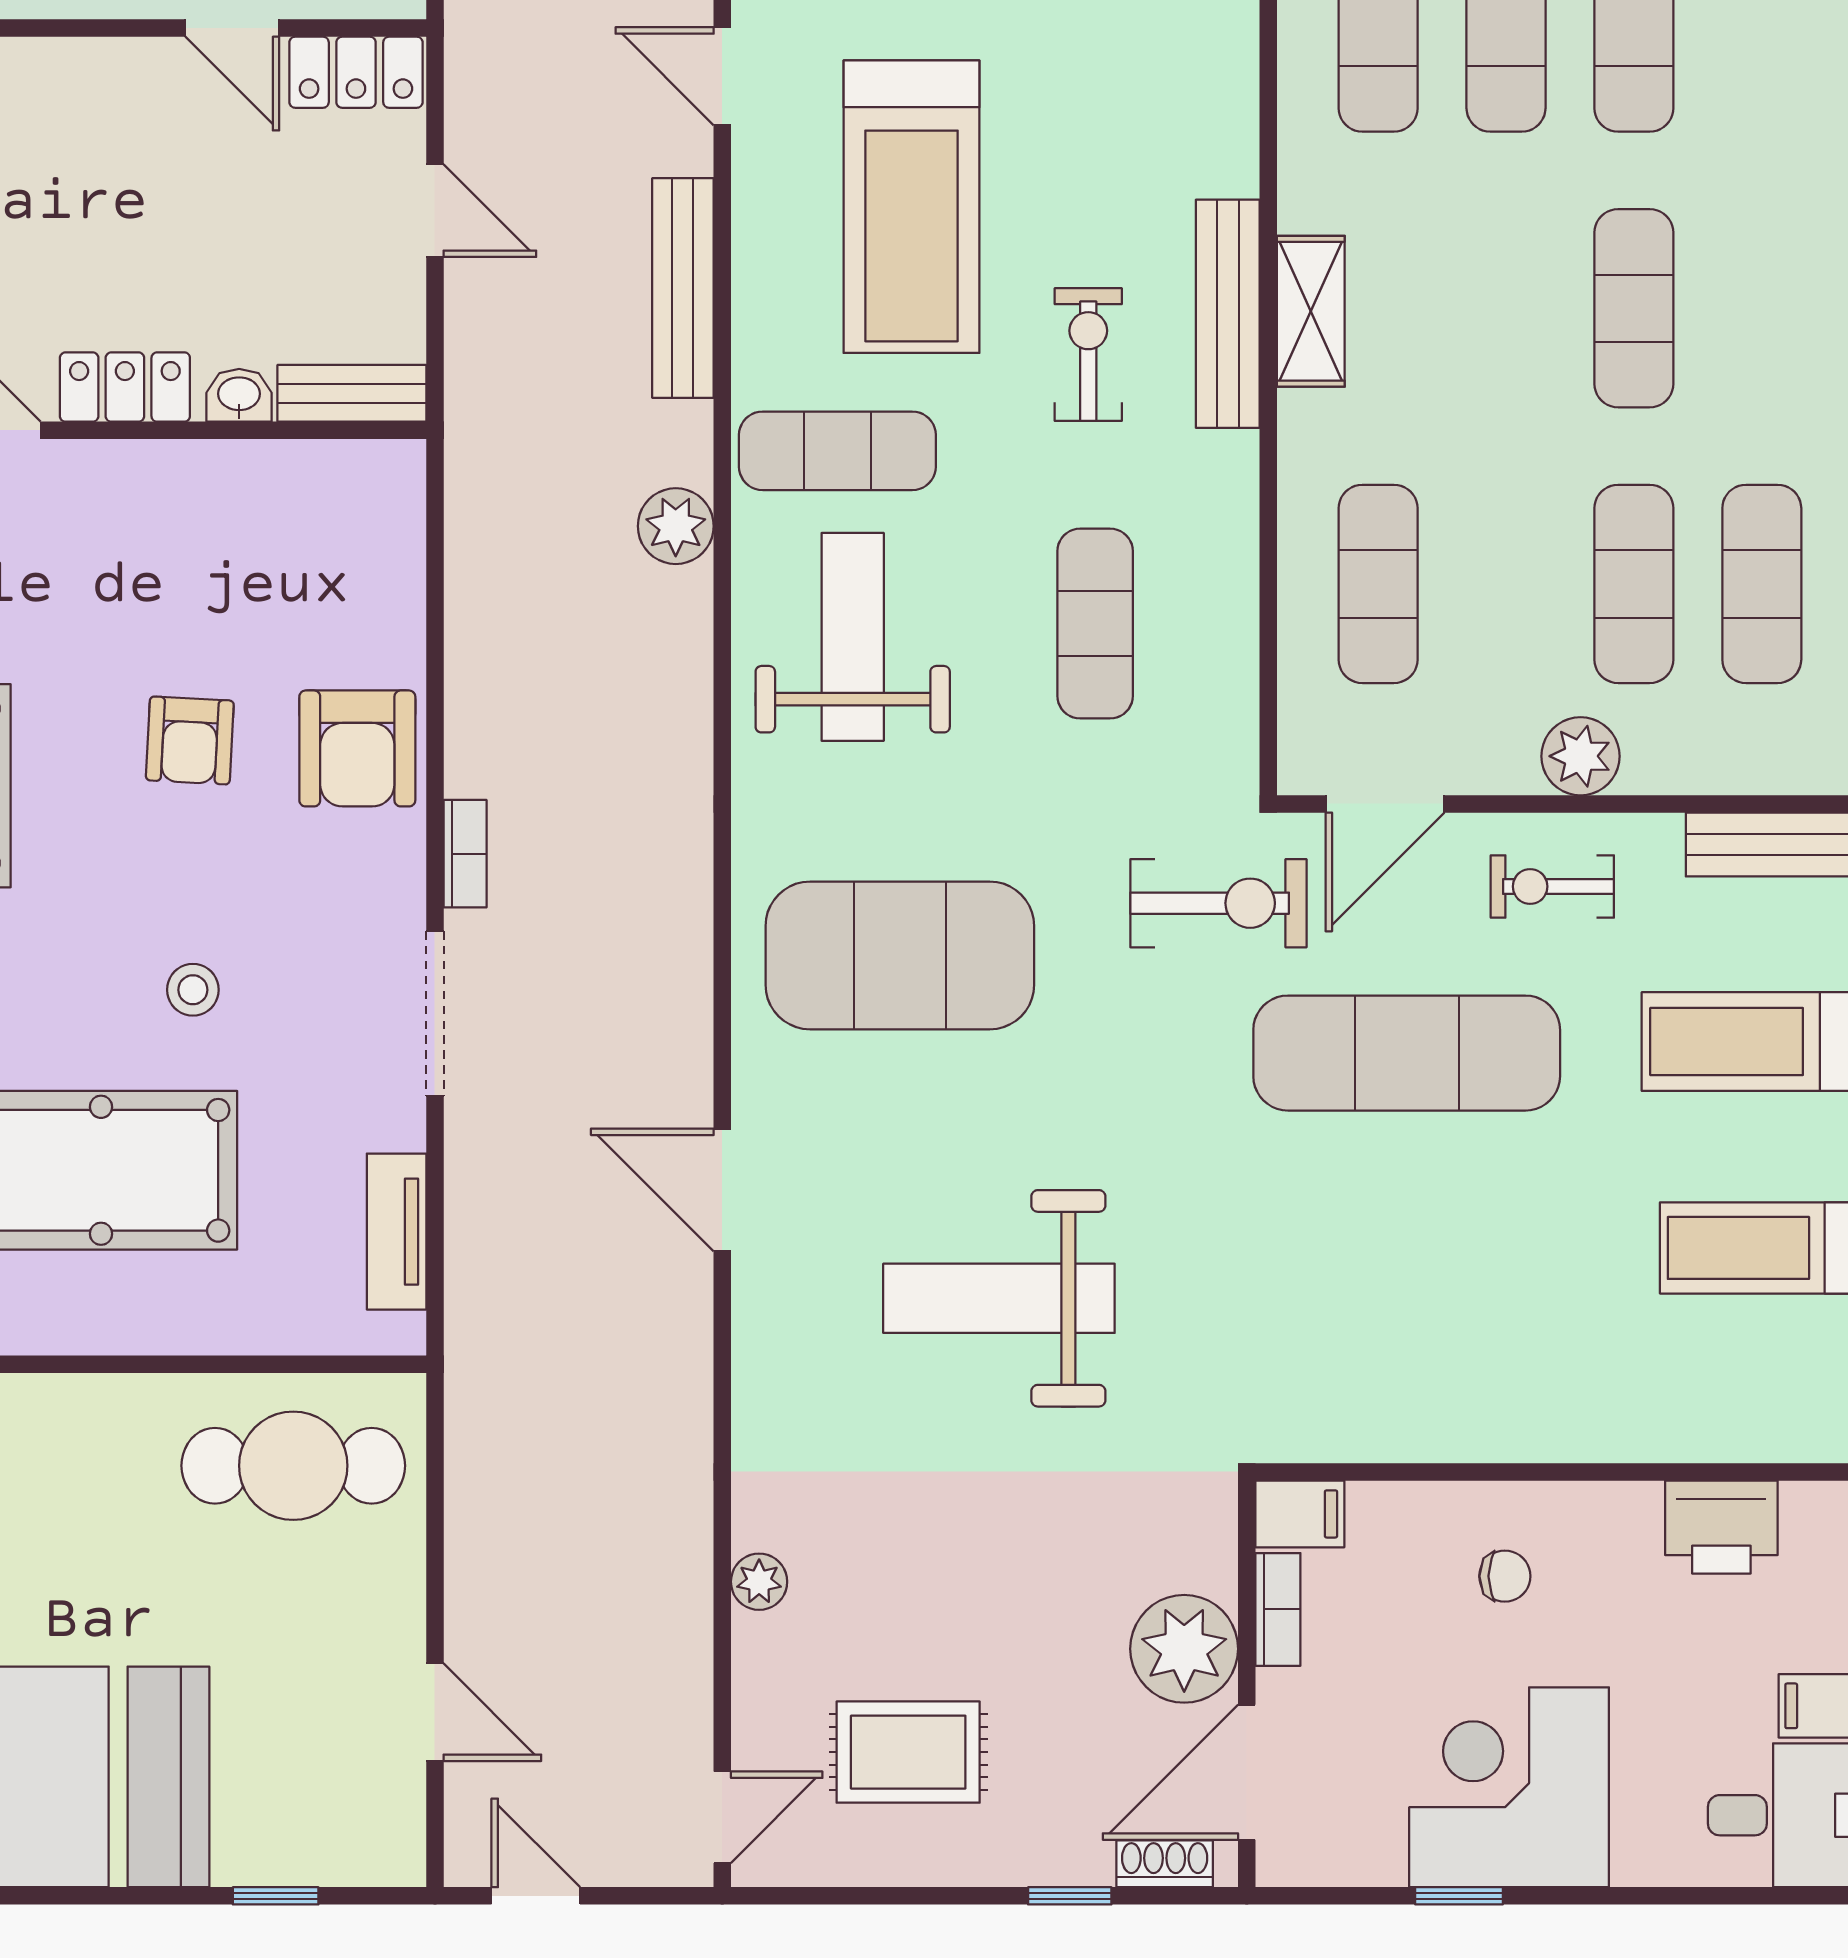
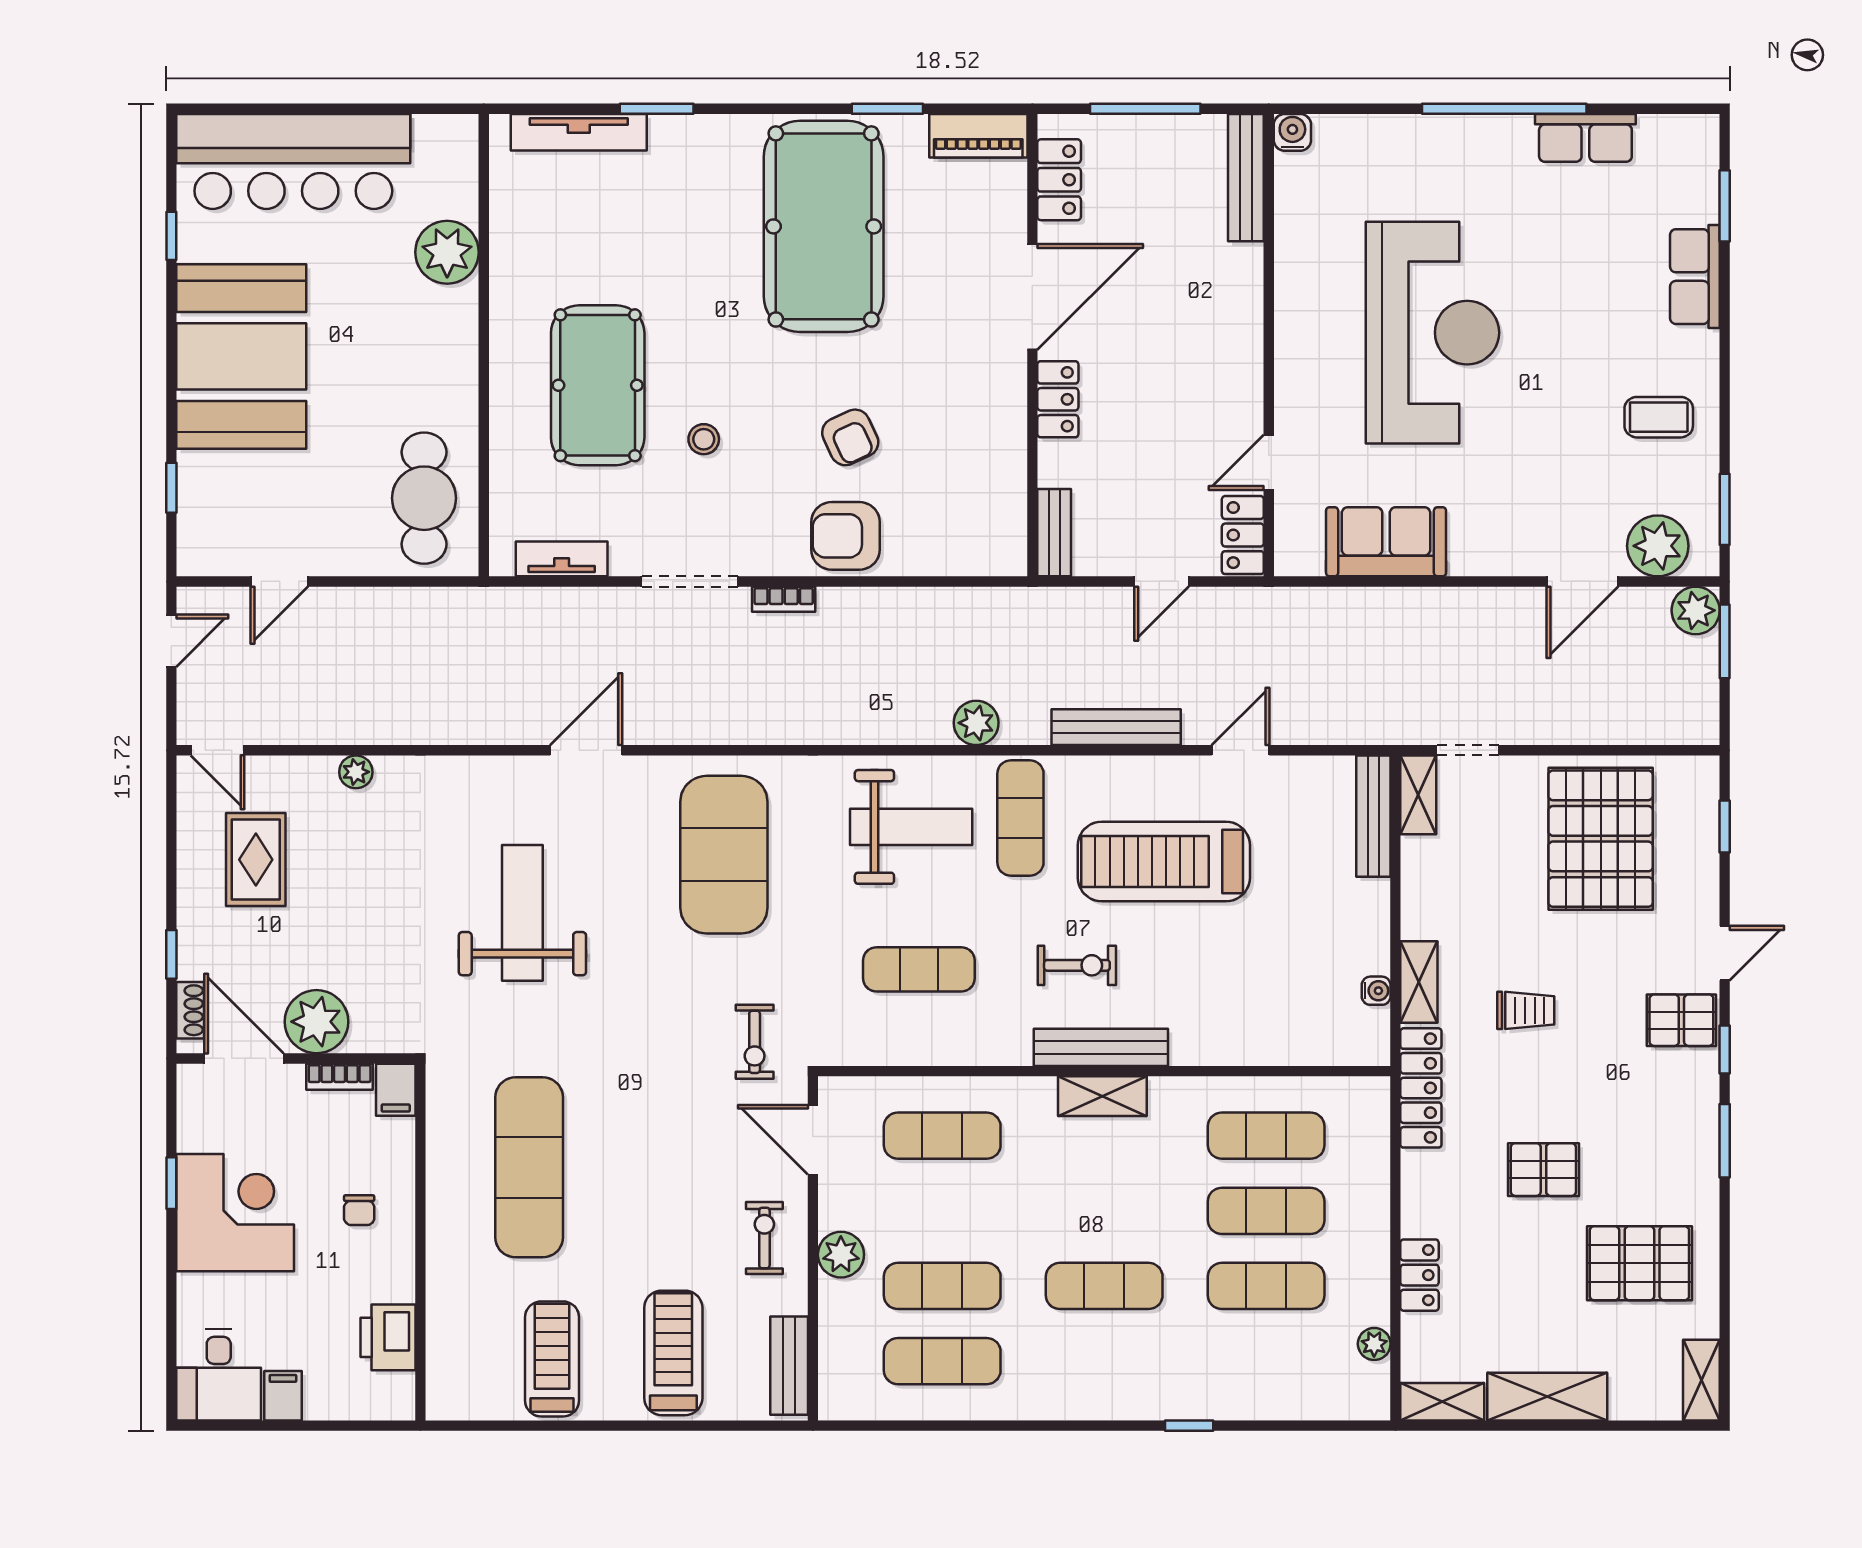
washbasin: (239, 395) -> (1053, 466), removed
armchair: (190, 740) -> (850, 437), turned -118
exercise bike: (1218, 903) -> (755, 1042), width x0.73, depth x0.72
exercise mat: (1407, 1053) -> (529, 1167), moved

